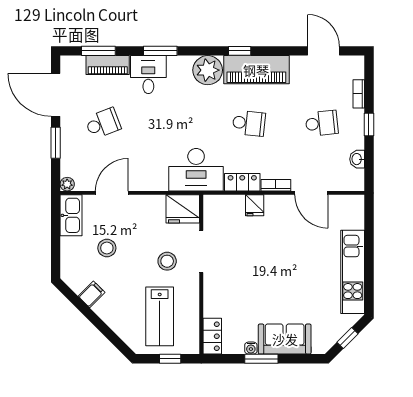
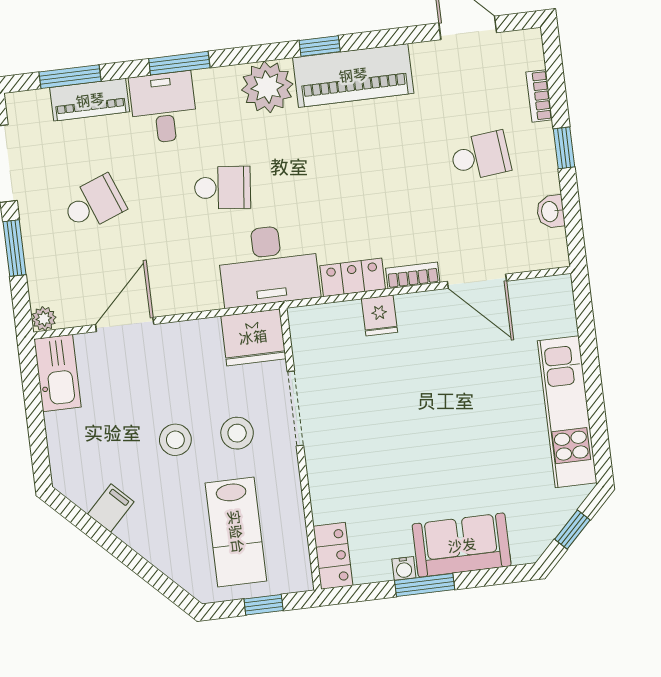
school desk: (249, 123) -> (223, 188), moved
stool: (107, 248) -> (175, 440), moved

